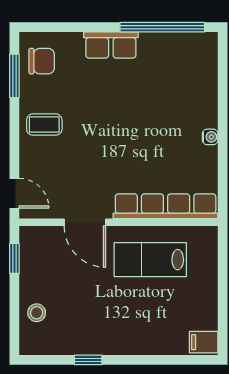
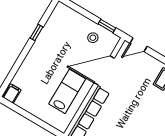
door: (85, 222) -> (104, 70), width x1.36
stool: (37, 313) -> (93, 38), moved

